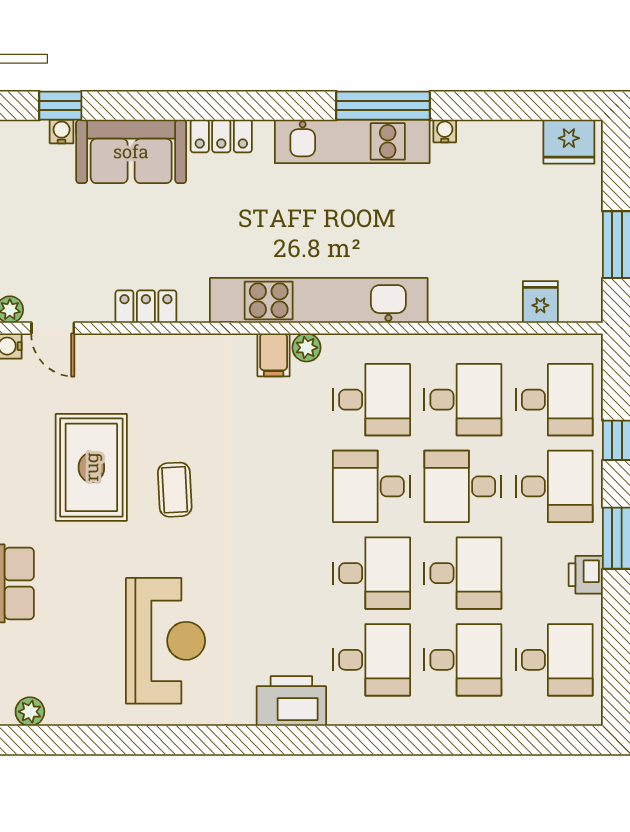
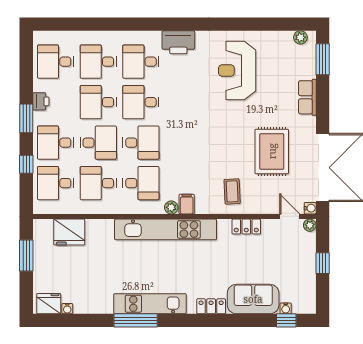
water cooler: (445, 131) -> (67, 309), moved
fridge: (540, 302) -> (69, 232), width x1.88, depth x1.34
desk: (371, 400) -> (141, 183), turned 180
coffee table: (175, 490) -> (232, 191), moved

